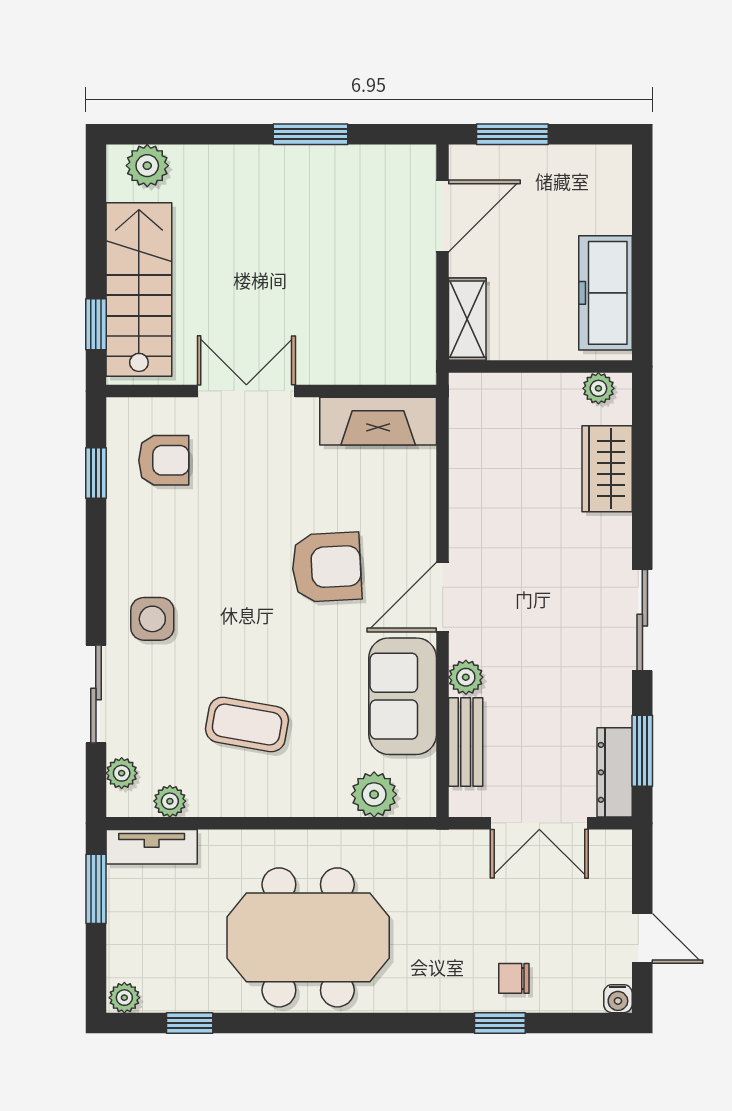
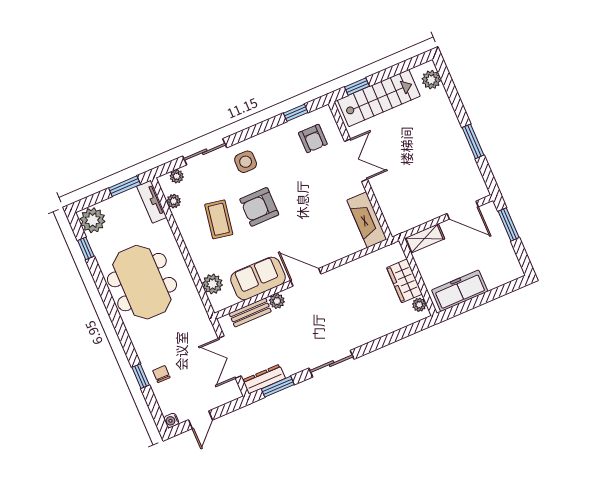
wardrobe: (607, 469) -> (404, 281), moved, turned -90
armchair: (327, 567) -> (259, 207), moved, turned 93
plant: (124, 998) -> (93, 220), width x1.87, depth x1.87

